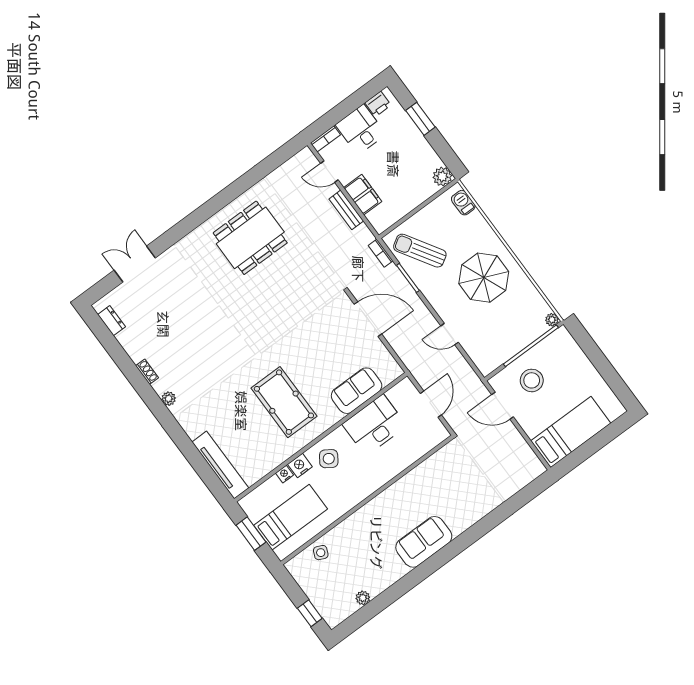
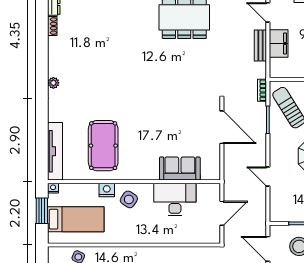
shoe rack: (147, 372) -> (52, 26), moved
pool table: (284, 402) -> (103, 146), moved
nightstand: (285, 474) -> (53, 188), moved

